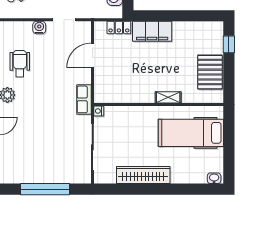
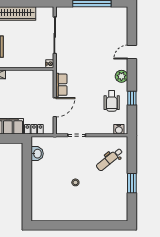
water cooler: (39, 28) -> (119, 129), moved
row of seats: (84, 99) -> (61, 85), moved

